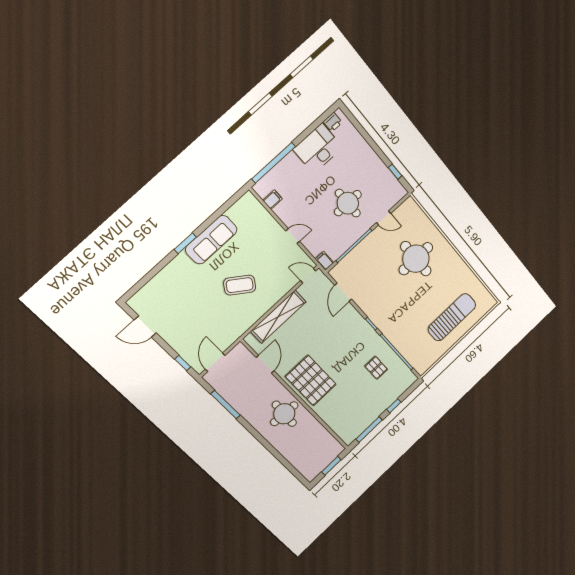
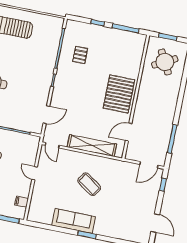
filing cabinet: (324, 261) -> (35, 142), removed
round table: (284, 414) -> (165, 62), moved, turned -31

